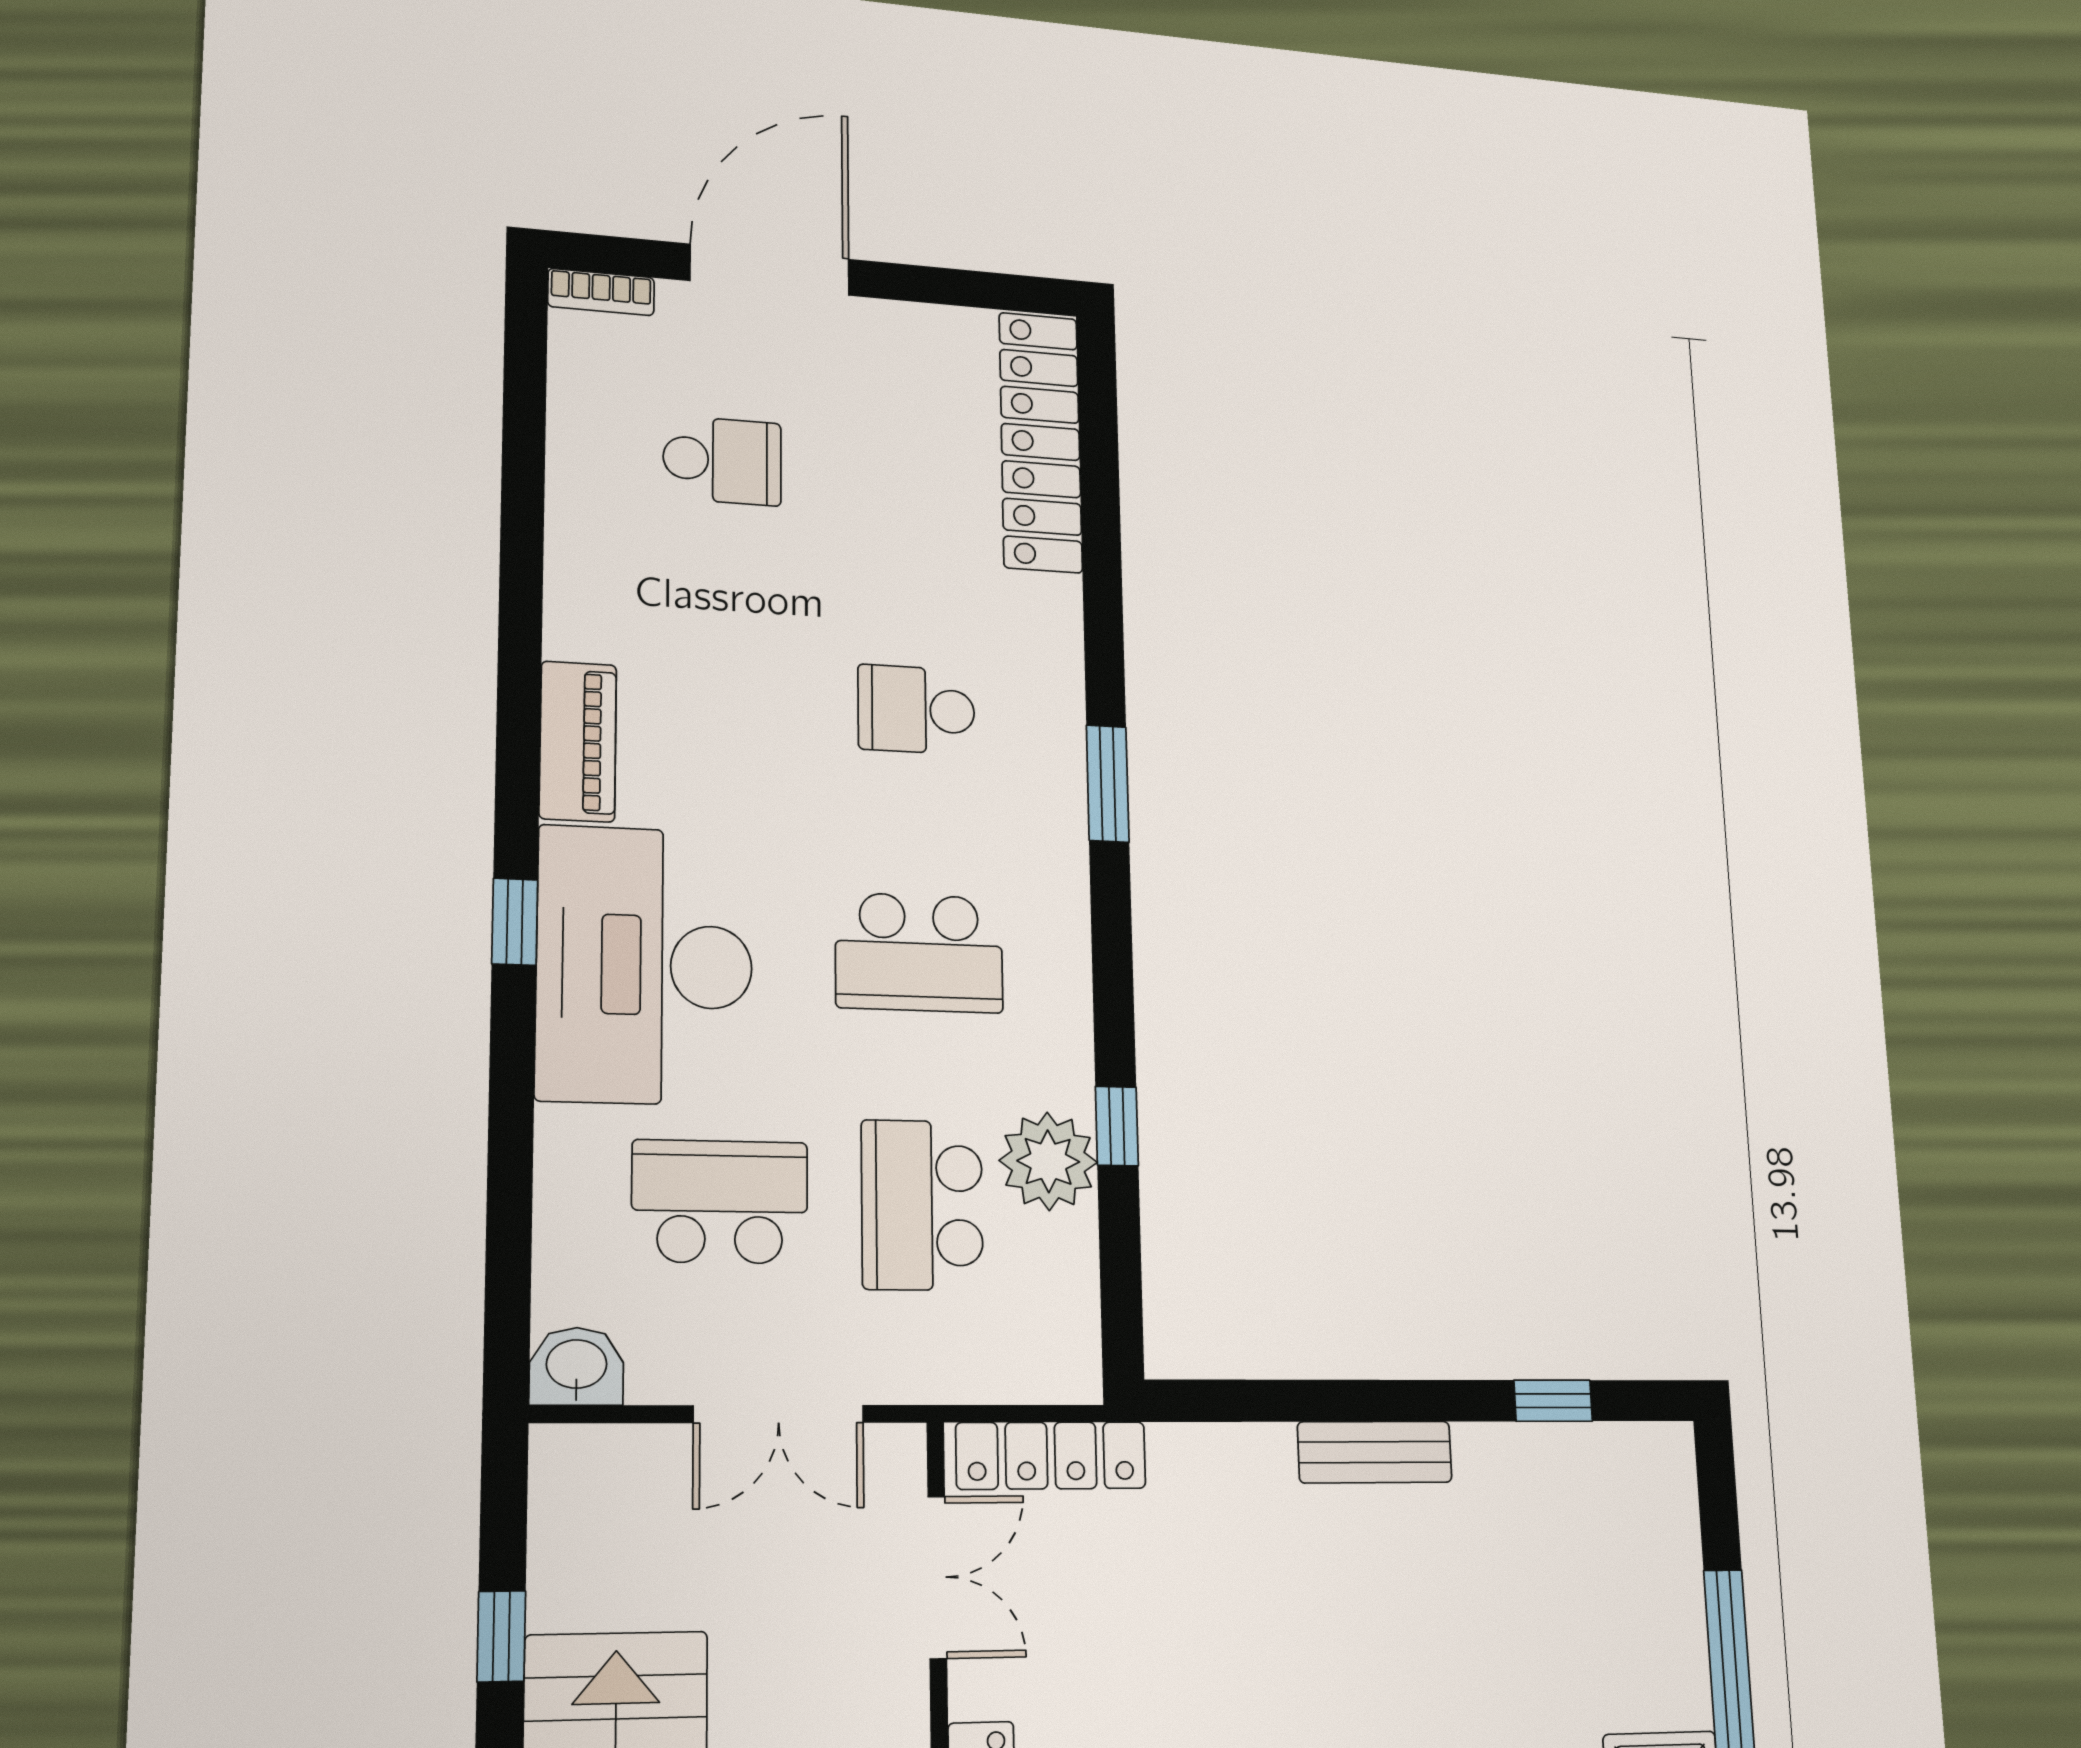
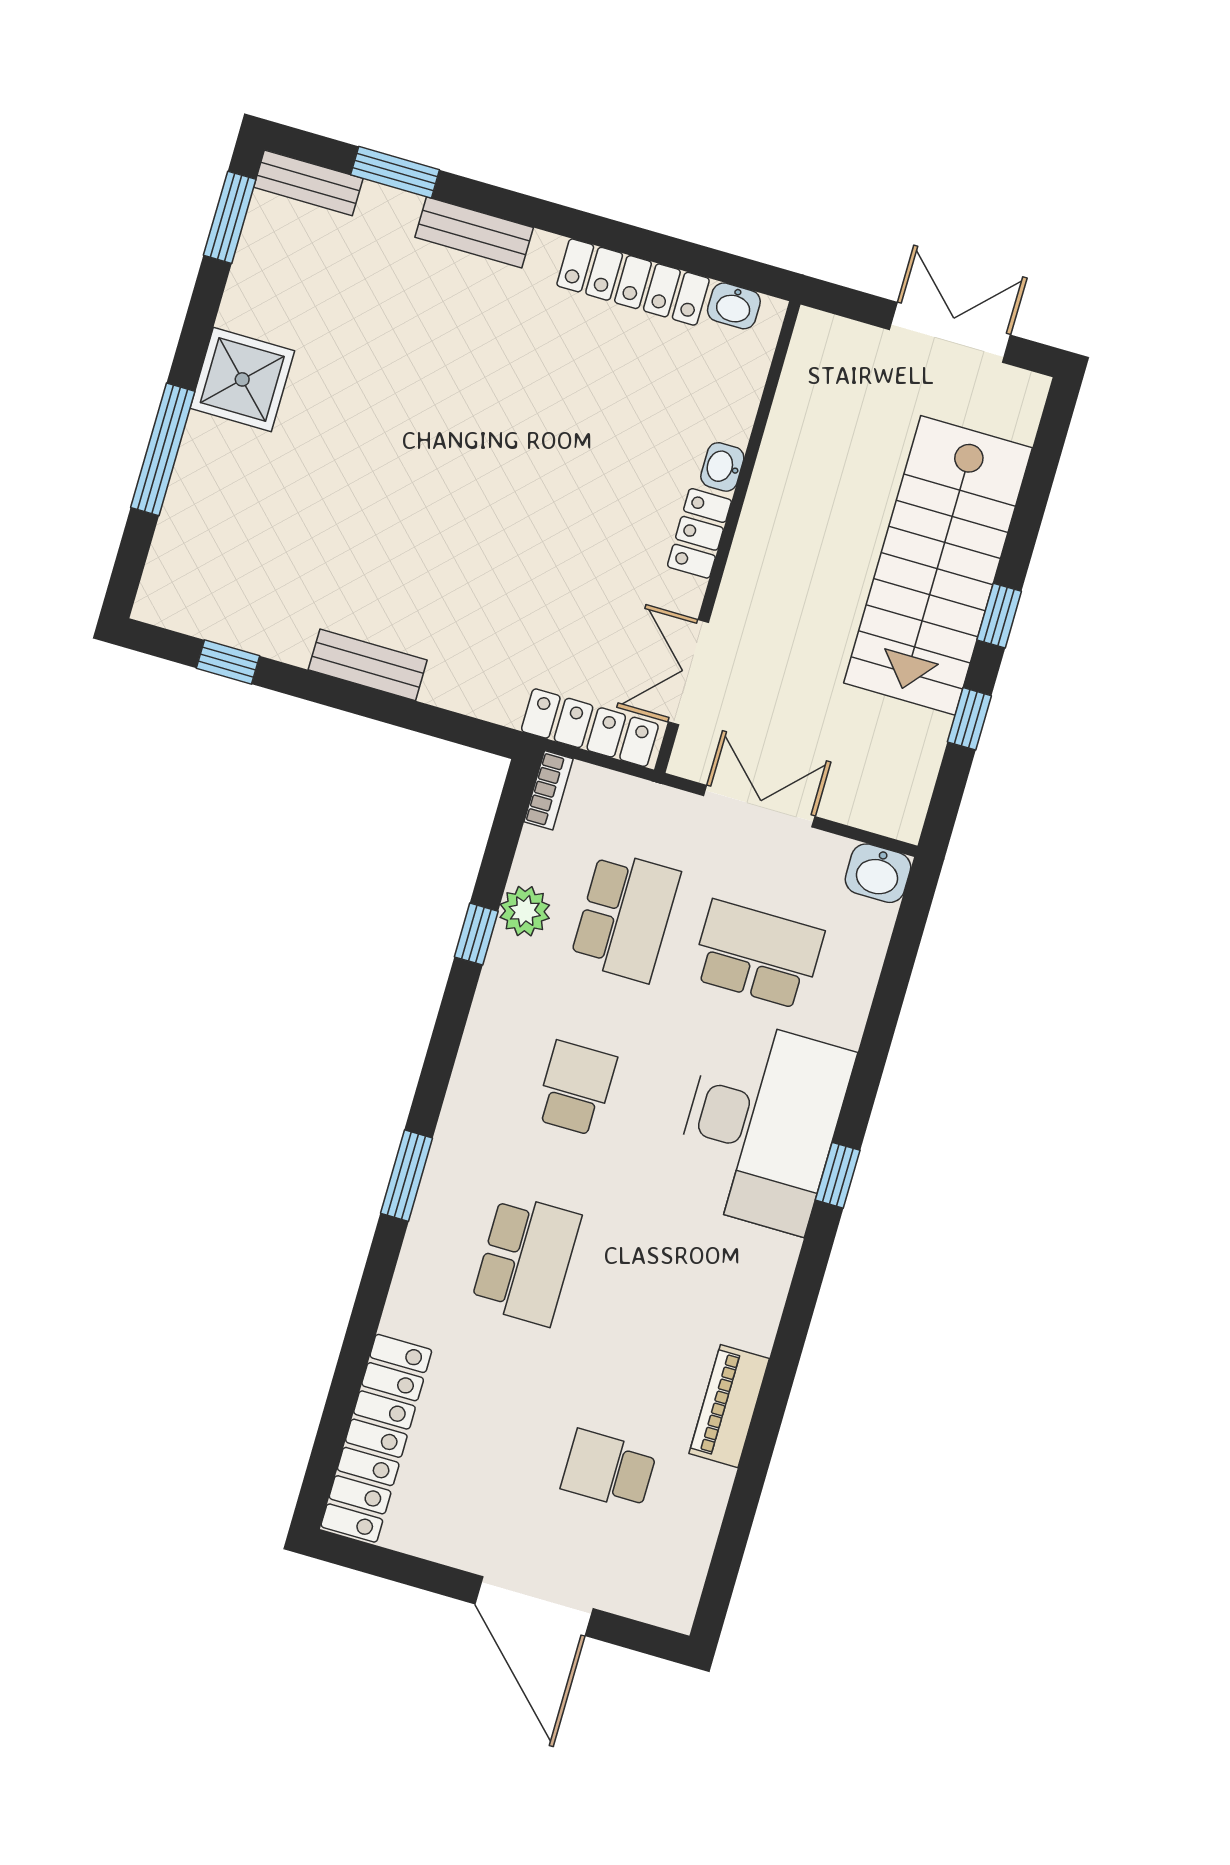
door: (770, 270) -> (534, 1606), hinge flipped
bookcase: (601, 292) -> (549, 790), moved, turned 90
school desk: (916, 710) -> (526, 1260), width x1.85
piano: (578, 741) -> (729, 1406), moved
school desk: (919, 953) -> (576, 1088), width x0.54
plant: (1048, 1161) -> (525, 911), width x0.73, depth x0.73
school desk: (720, 1202) -> (757, 954), turned 180

